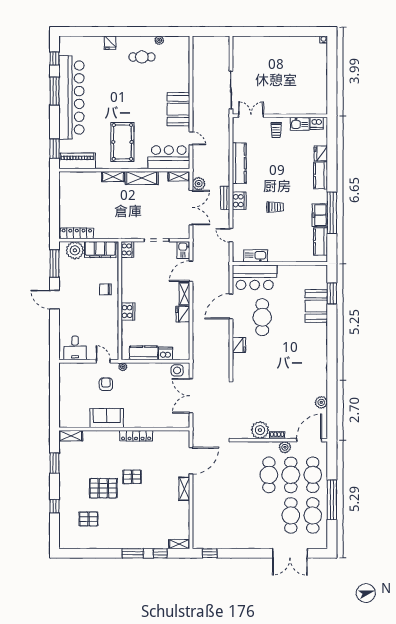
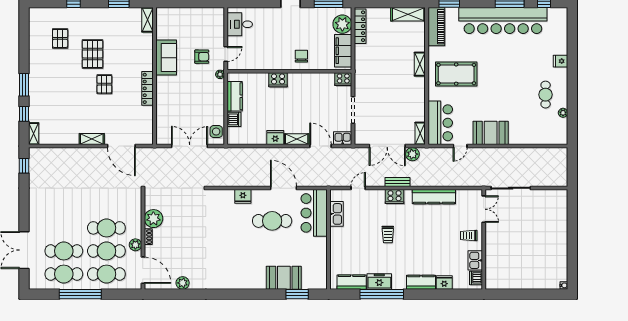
shelving: (142, 178) -> (408, 14), moved, turned 90

